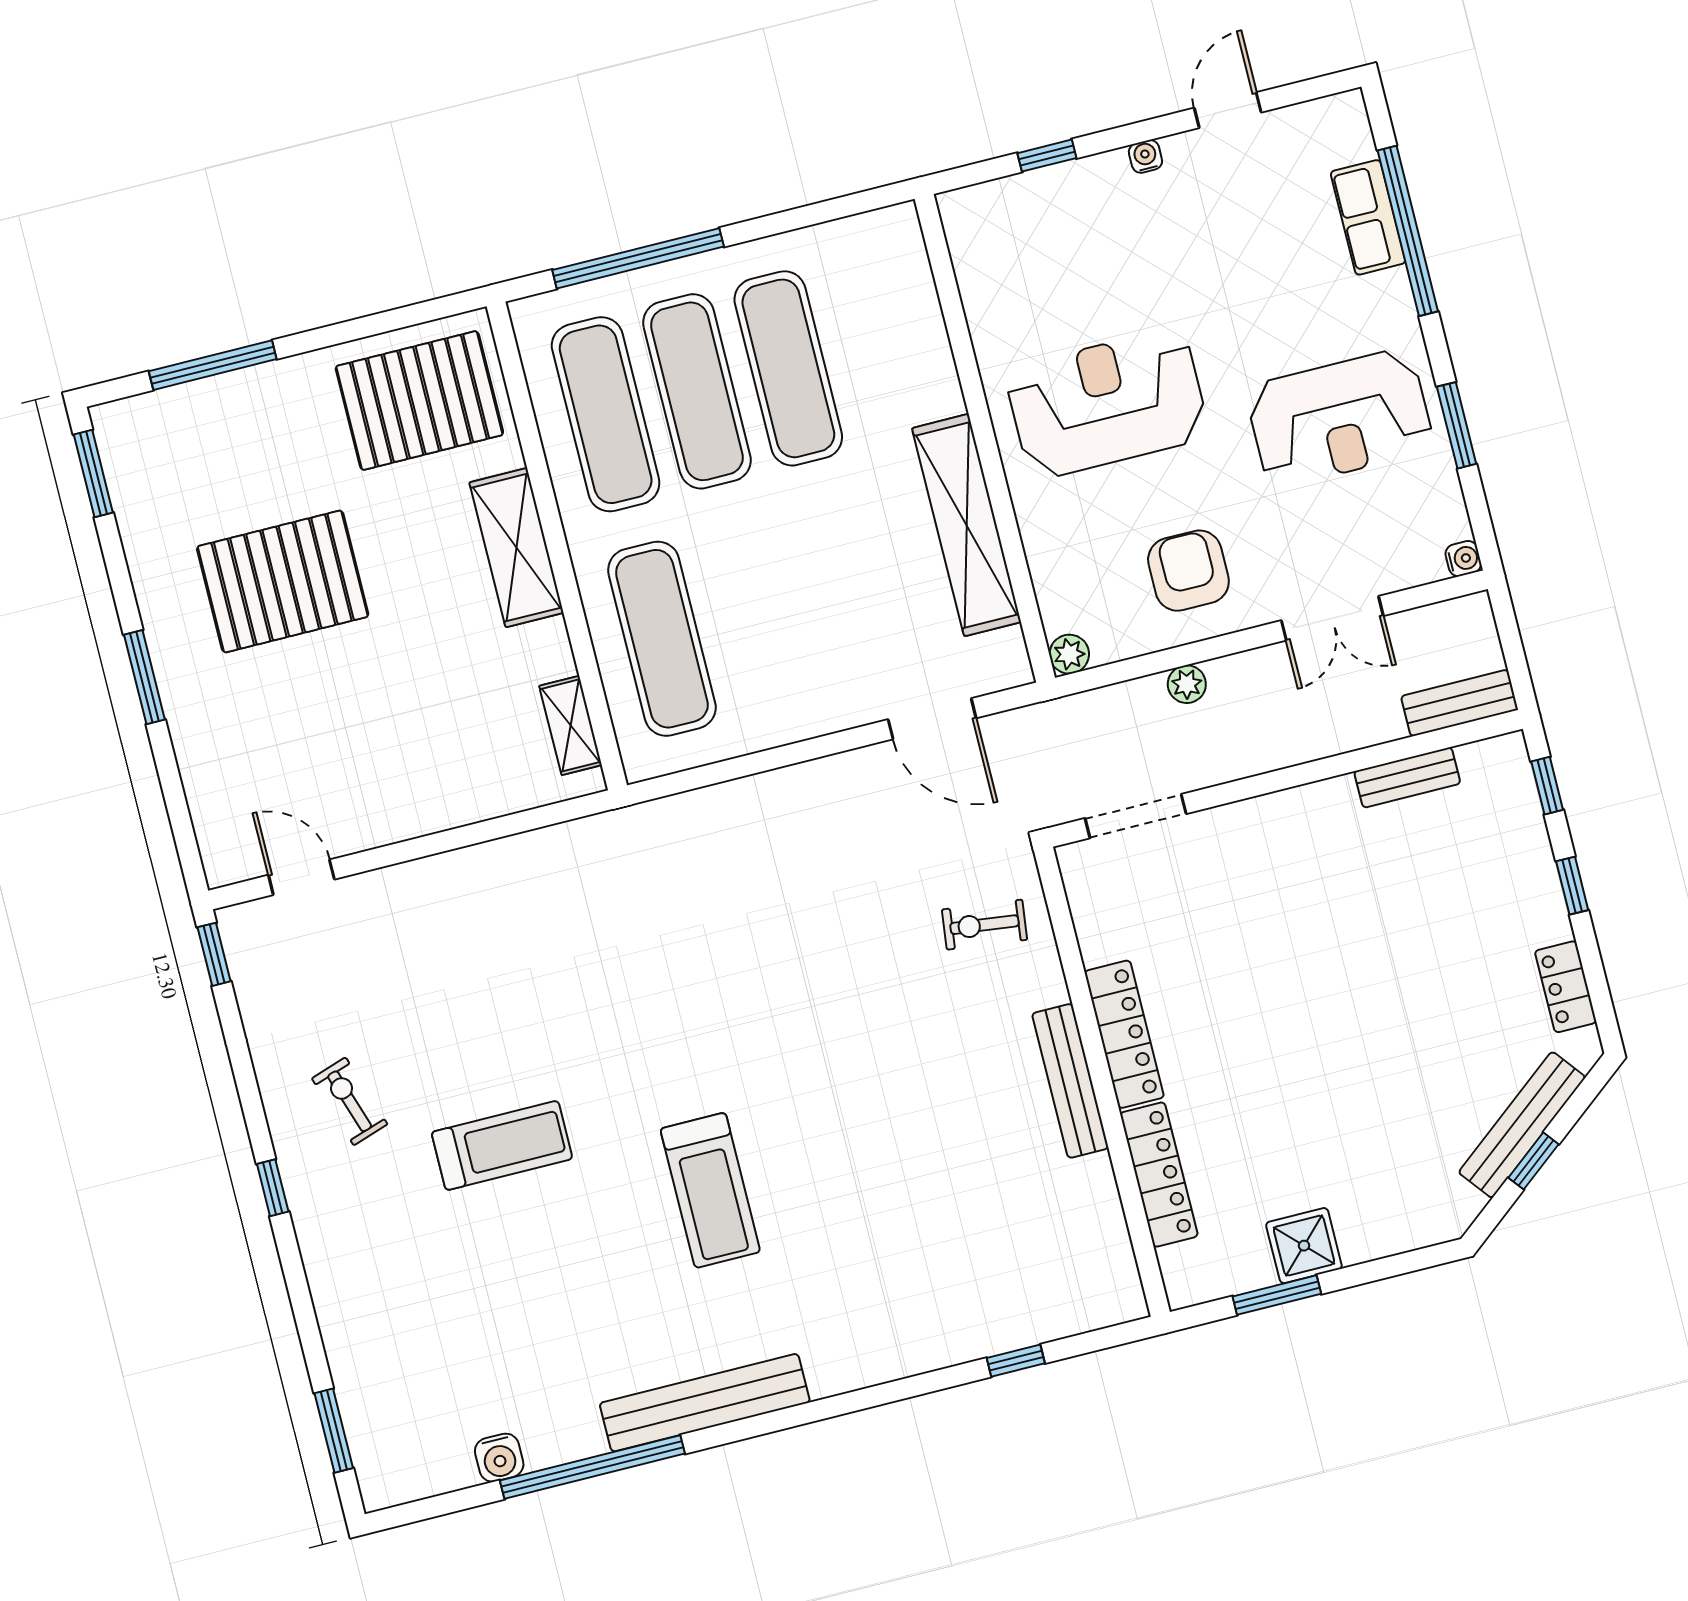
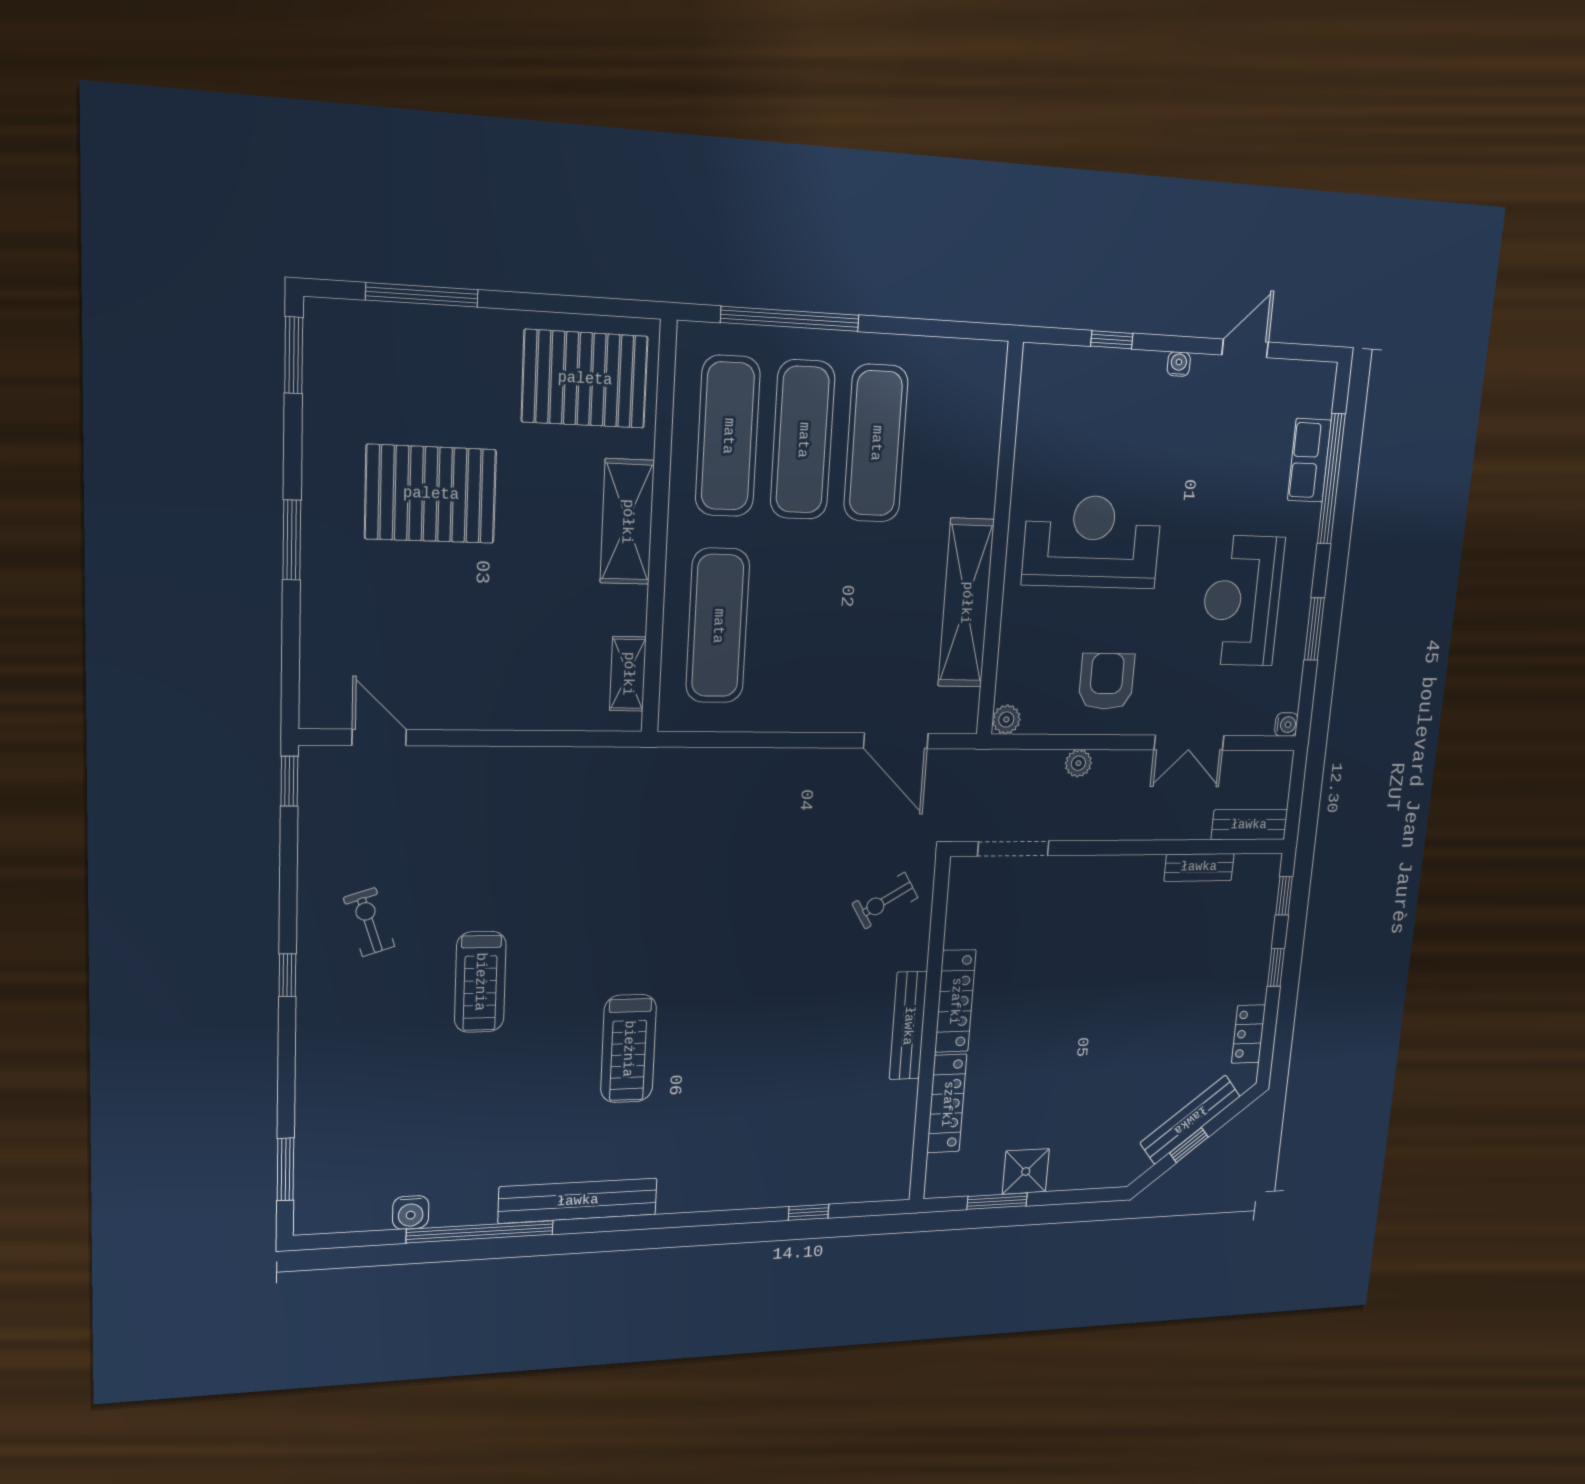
reception desk: (1340, 418) -> (1242, 601), turned 90
exercise bike: (984, 925) -> (885, 901), turned -38
treadmill: (502, 1145) -> (480, 982), turned 90

